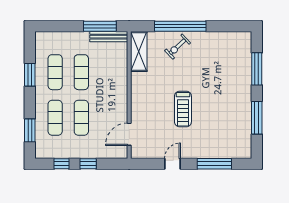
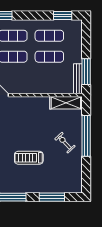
exercise bike: (178, 47) -> (65, 143), moved
window: (30, 75) -> (63, 15), moved
treadmill: (183, 109) -> (29, 158), moved

